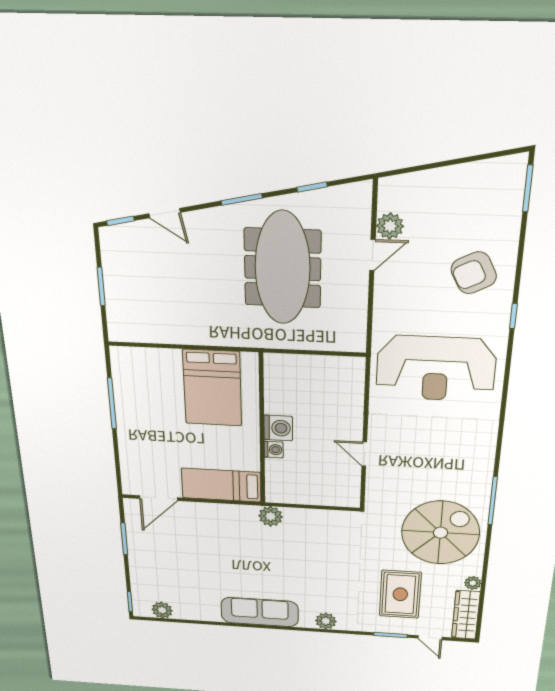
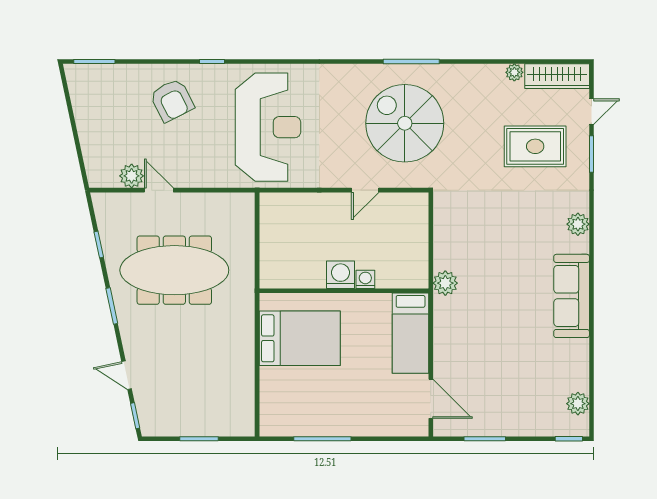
door: (165, 213) -> (127, 375), swing flipped
spiral stairs: (441, 533) -> (405, 123), moved

